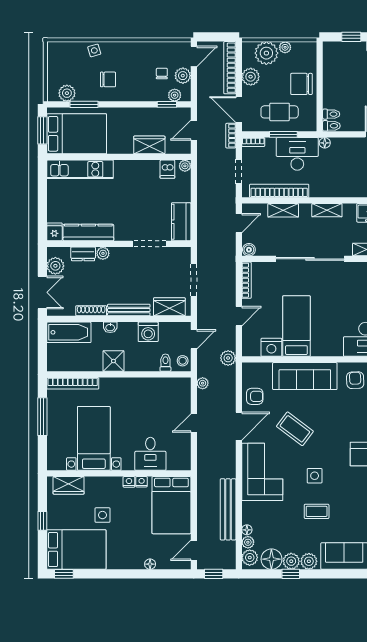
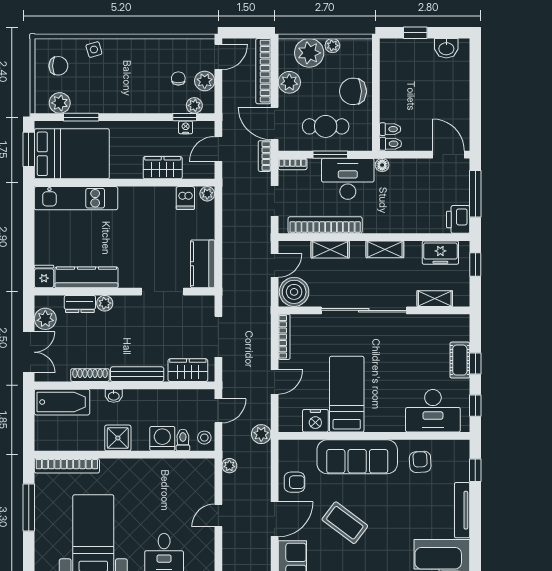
chair: (108, 79) -> (58, 66), moved
nightstand: (168, 113) -> (186, 127), added
boiler: (249, 250) -> (294, 292), width x1.86, depth x1.86
washing machine: (148, 332) -> (162, 439), moved, turned 180

